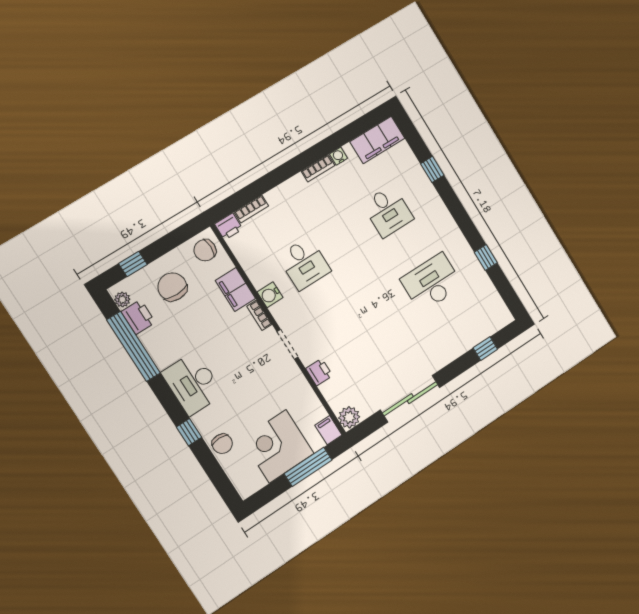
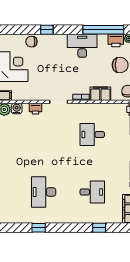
desk: (388, 211) -> (92, 192), turned 180
desk: (432, 282) -> (44, 192), turned 180
water cooler: (270, 295) -> (17, 109), moved
desk: (193, 383) -> (82, 46), moved

